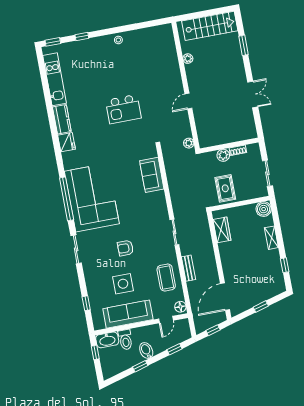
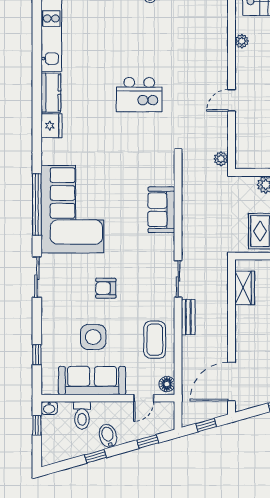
sofa: (152, 175) -> (161, 210), moved
bench: (188, 268) -> (188, 317), moved
washbasin: (107, 340) -> (49, 408), width x0.52, depth x0.69

